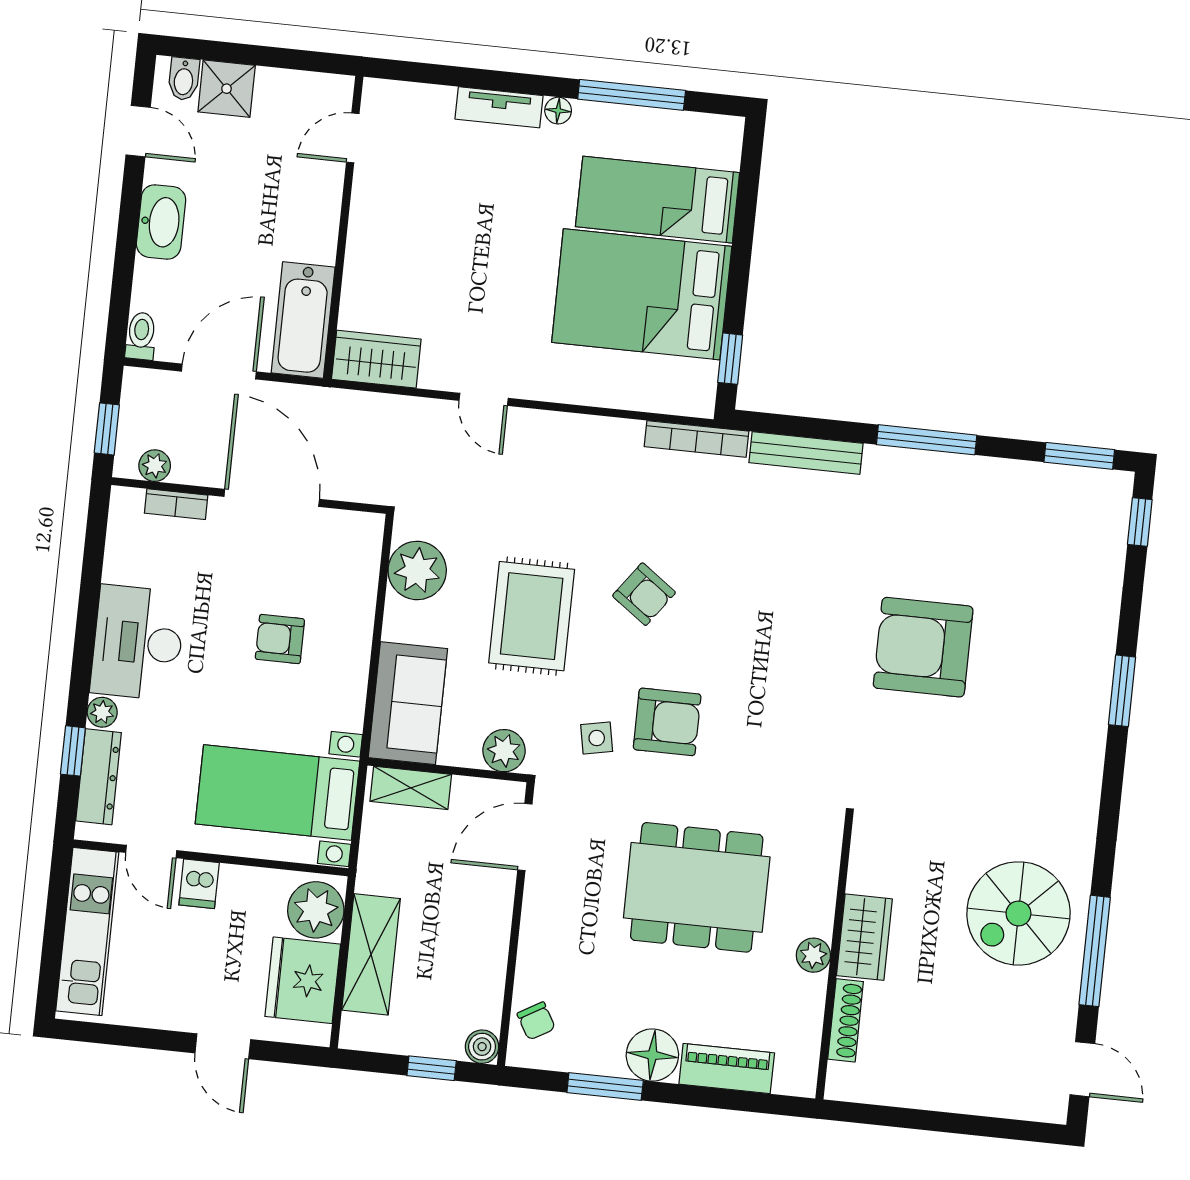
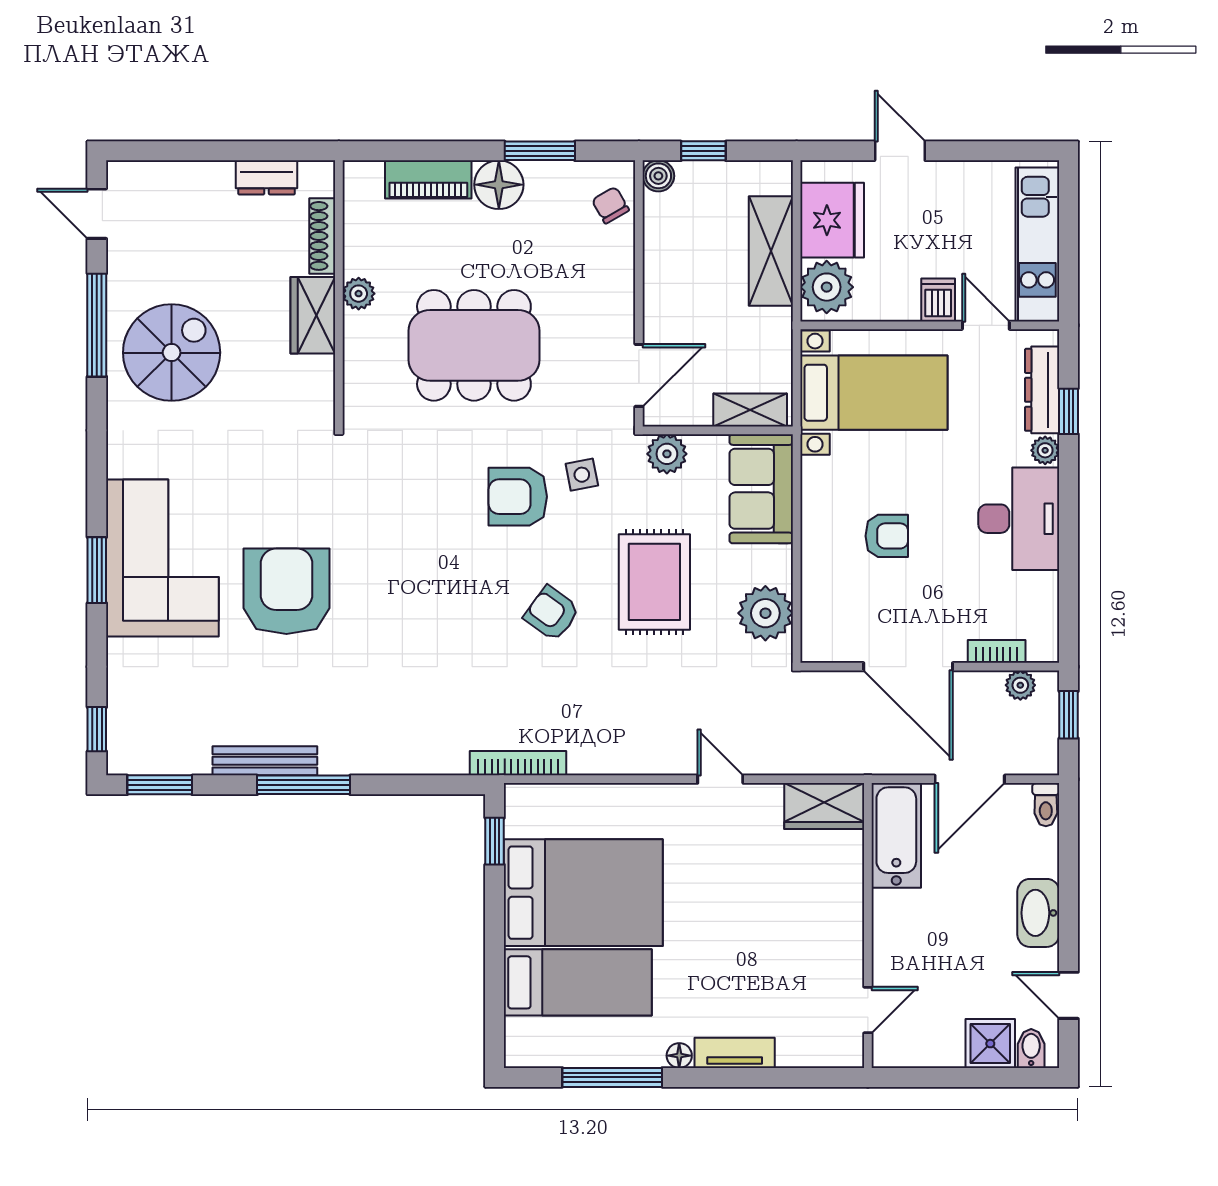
bench: (806, 453) -> (265, 761), moved
armchair: (923, 647) -> (286, 591), turned -90
corner sofa: (1051, 696) -> (162, 558), added
dresser: (898, 1089) -> (267, 177), added

